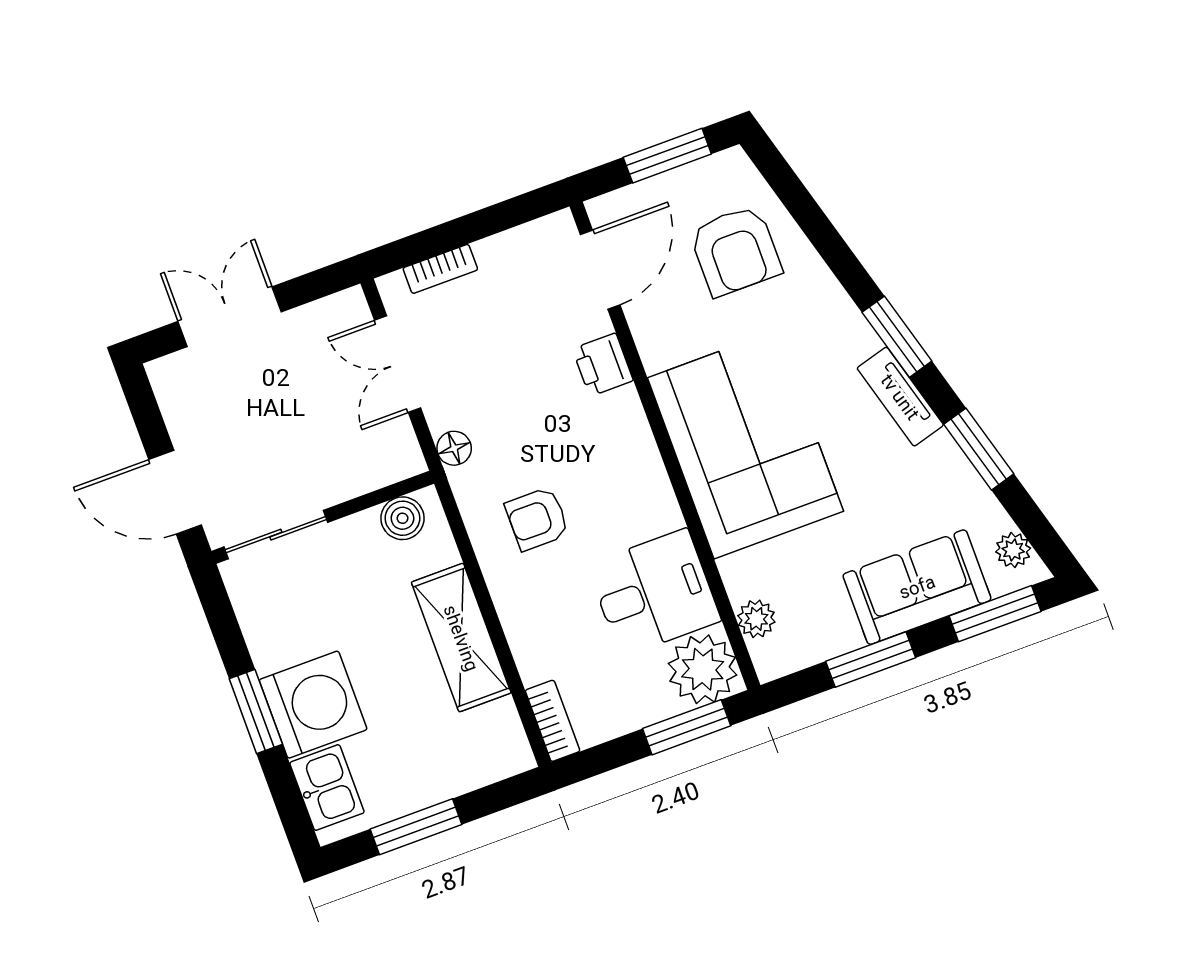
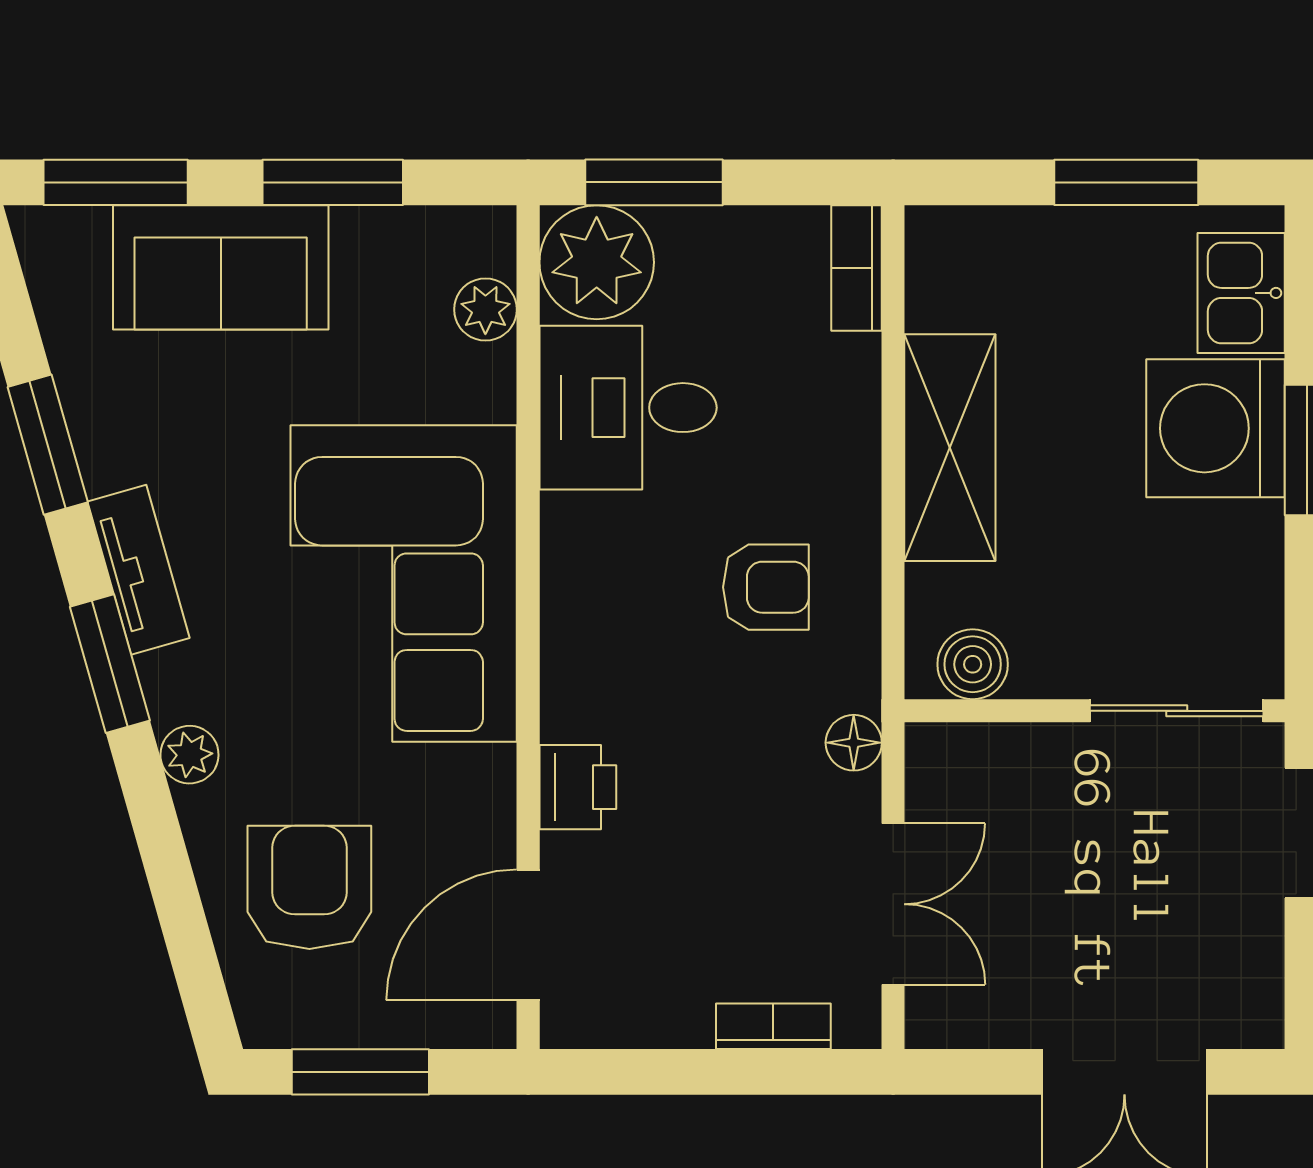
plant: (1013, 550) -> (189, 755), moved

